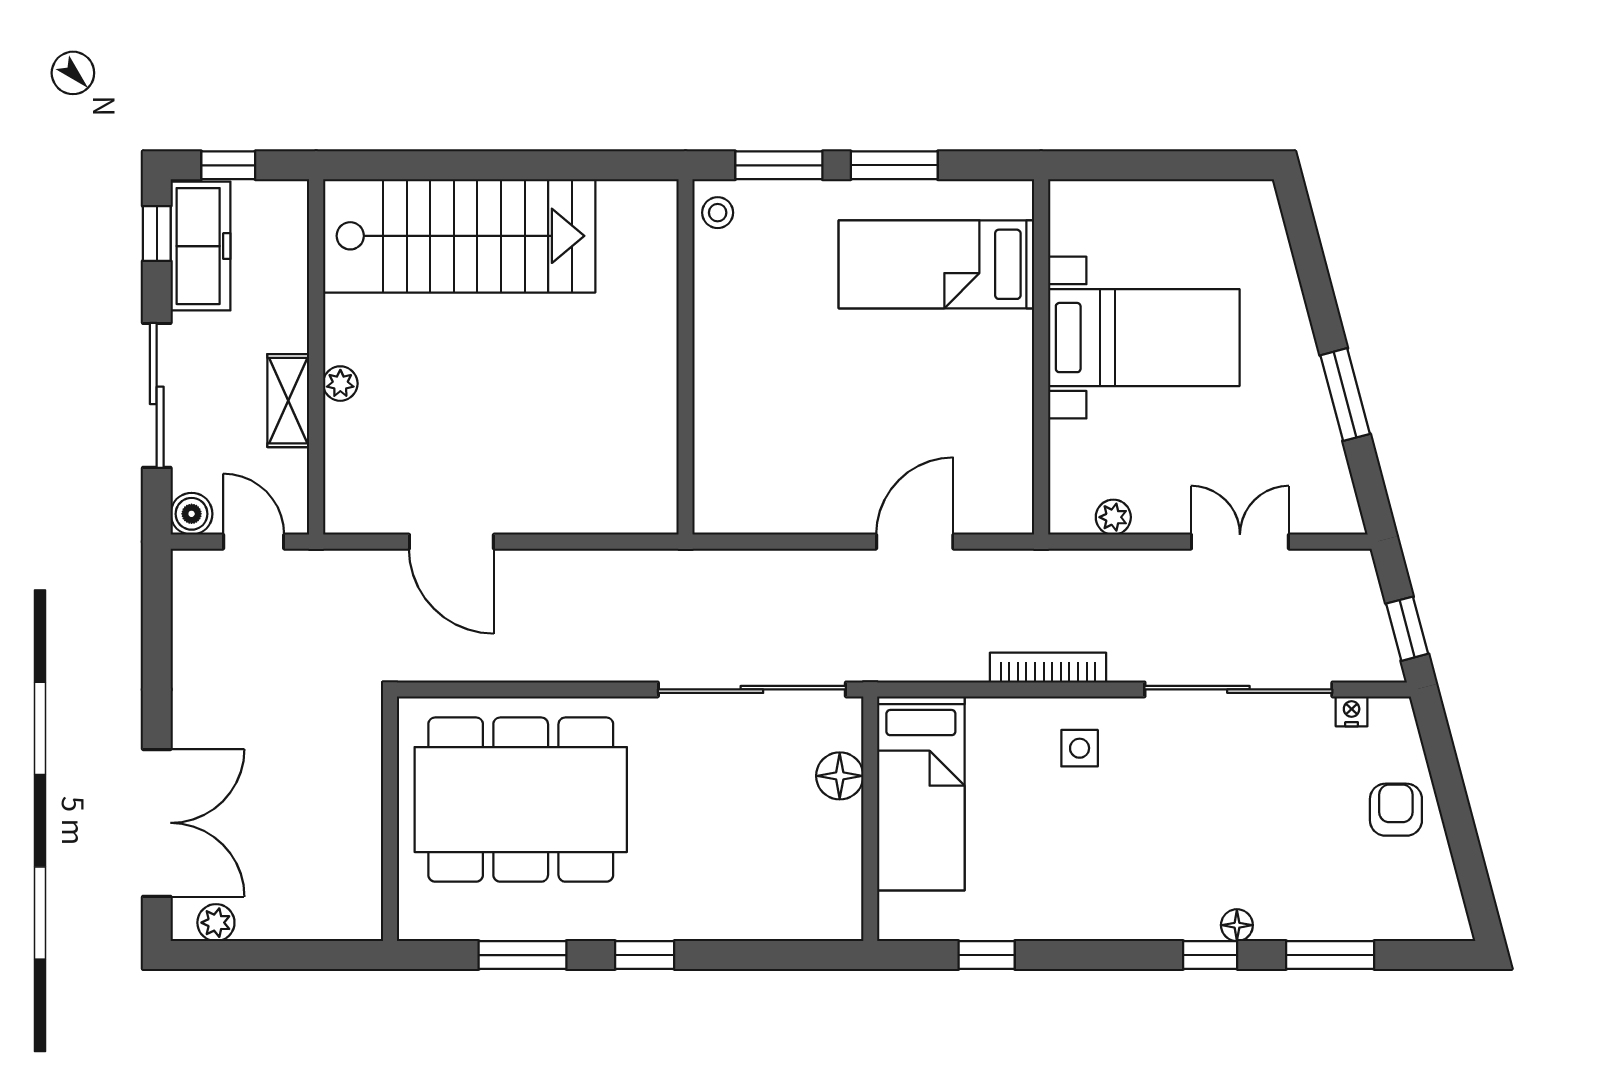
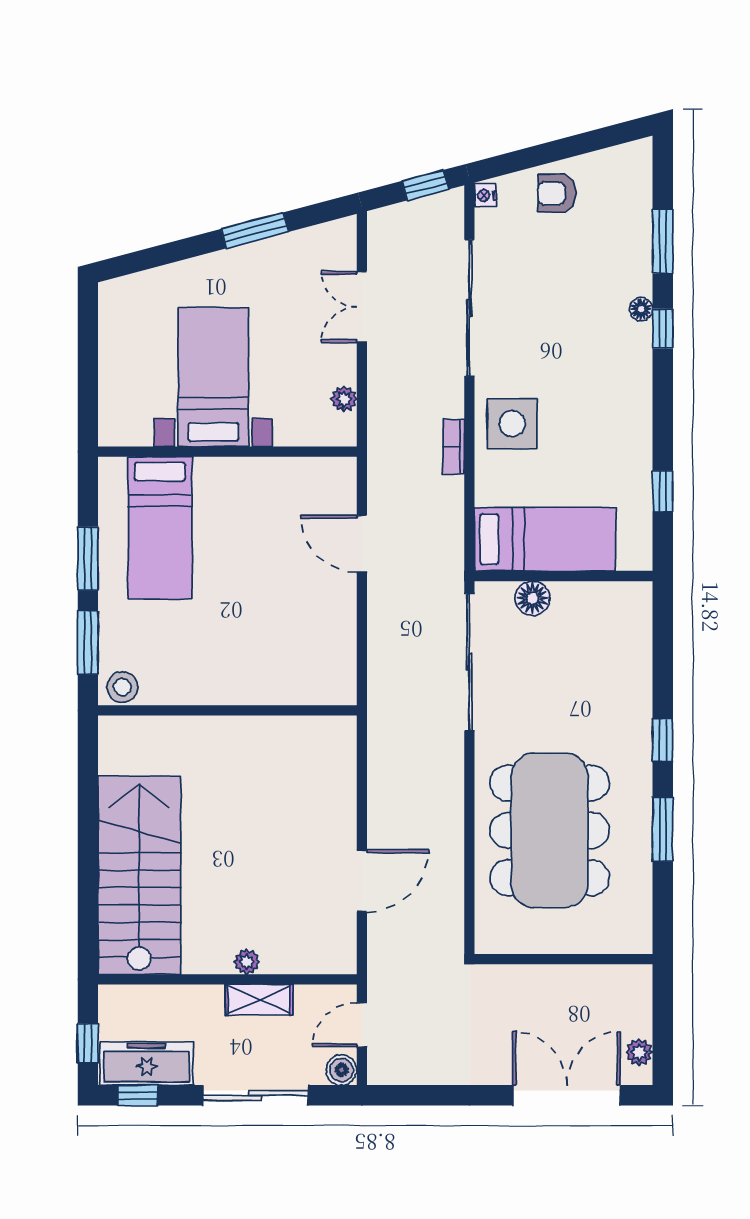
stool: (718, 213) -> (122, 687), width x1.37, depth x1.37
bookcase: (1048, 668) -> (454, 447), width x0.64
nightstand: (1352, 711) -> (485, 195), moved
side table: (1080, 748) -> (512, 424), width x1.87, depth x1.87
wall: (390, 819) -> (564, 959), moved

